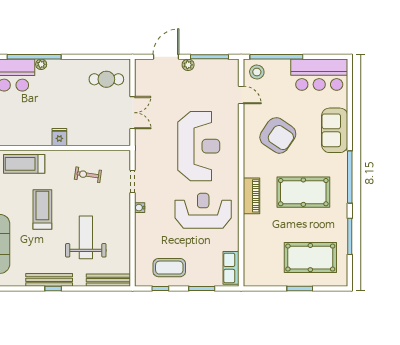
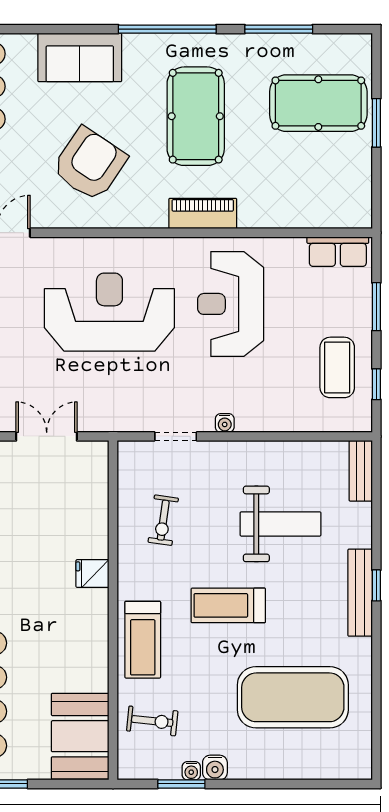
weight bench: (86, 237) -> (281, 524), turned 180
pool table: (310, 258) -> (318, 103), turned 90
bench: (108, 280) -> (361, 471), width x0.73

